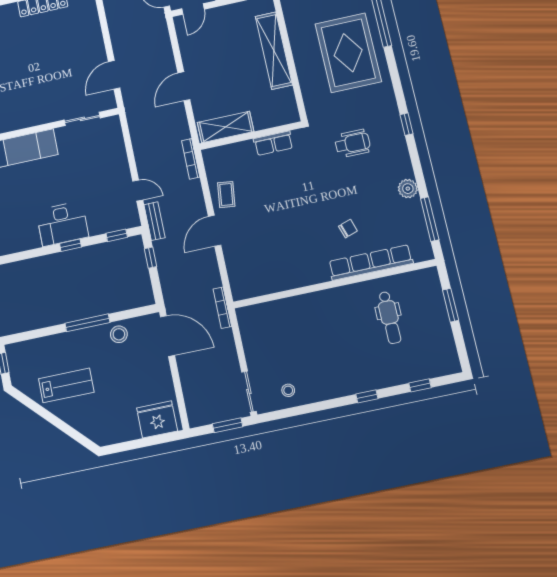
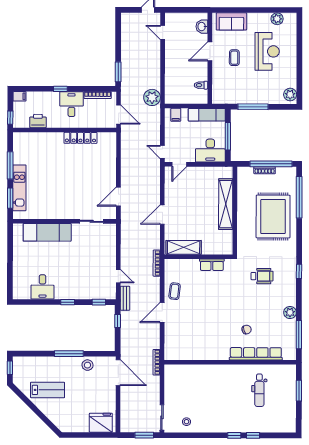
desk: (62, 224) -> (42, 287), moved, width x0.73
window: (420, 385) -> (253, 435), moved

